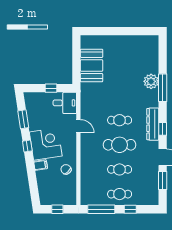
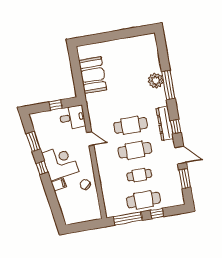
cafe table: (120, 120) -> (131, 125), width x1.37, depth x1.35
cafe table: (120, 194) -> (144, 200), width x1.37, depth x1.35
window: (57, 209) -> (83, 226), removed

